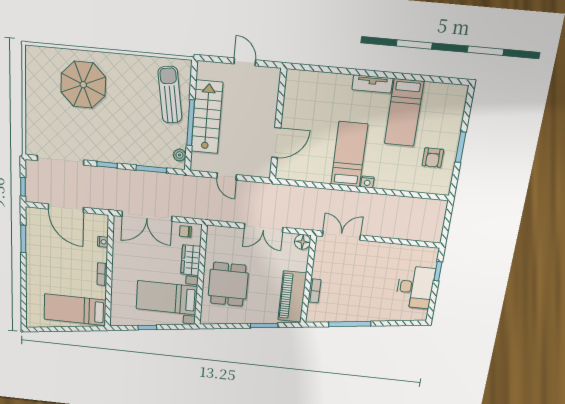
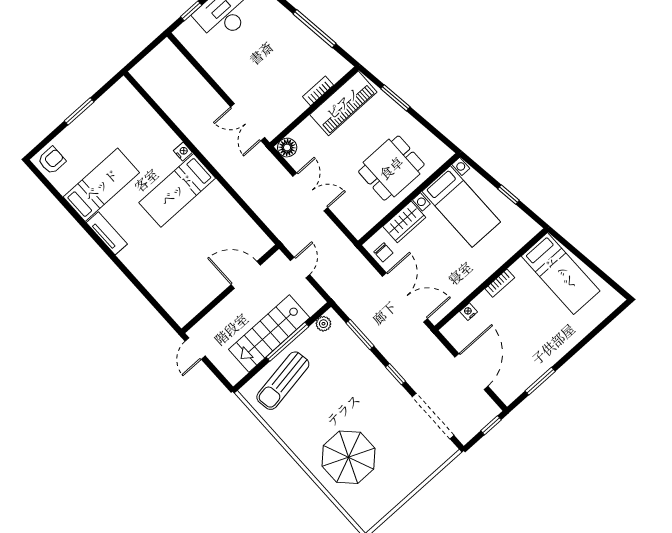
wall: (278, 125) -> (230, 289), moved
door: (276, 143) -> (246, 275), moved
armchair: (433, 158) -> (52, 160), moved

